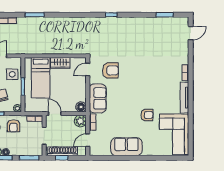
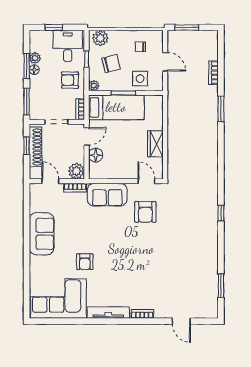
door: (191, 33) -> (181, 321), moved
bed: (41, 78) -> (116, 107), moved, turned 180
floor lamp: (81, 107) -> (96, 155), moved

